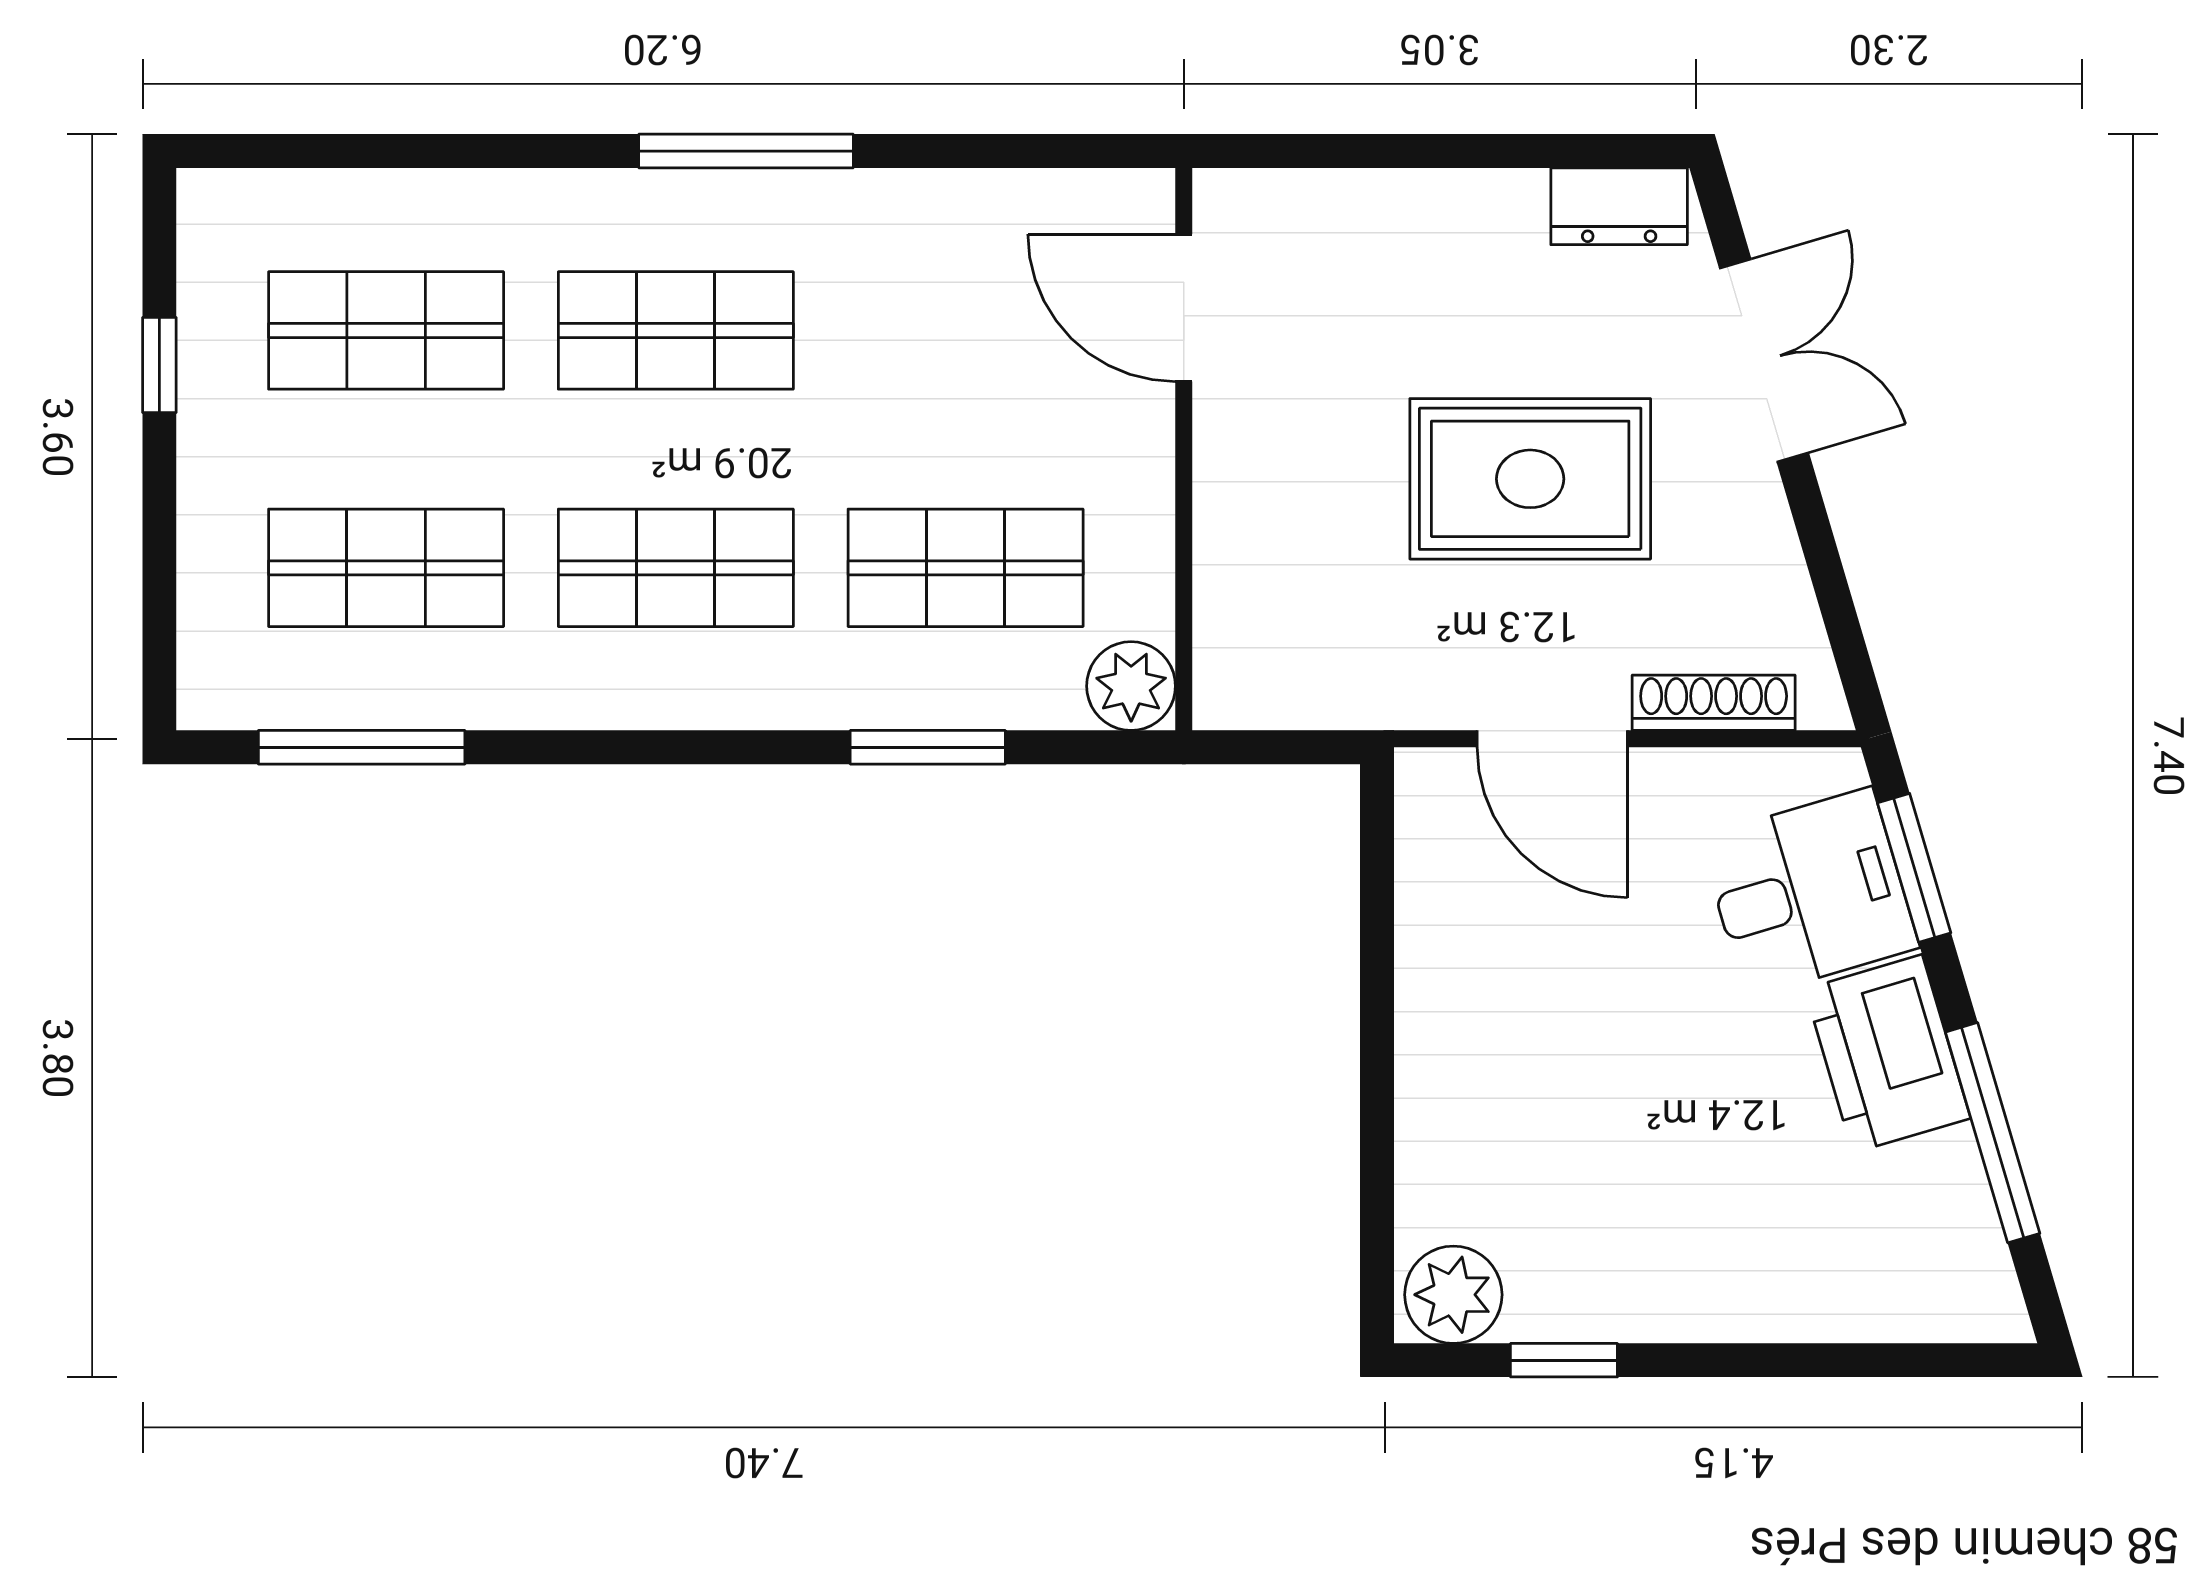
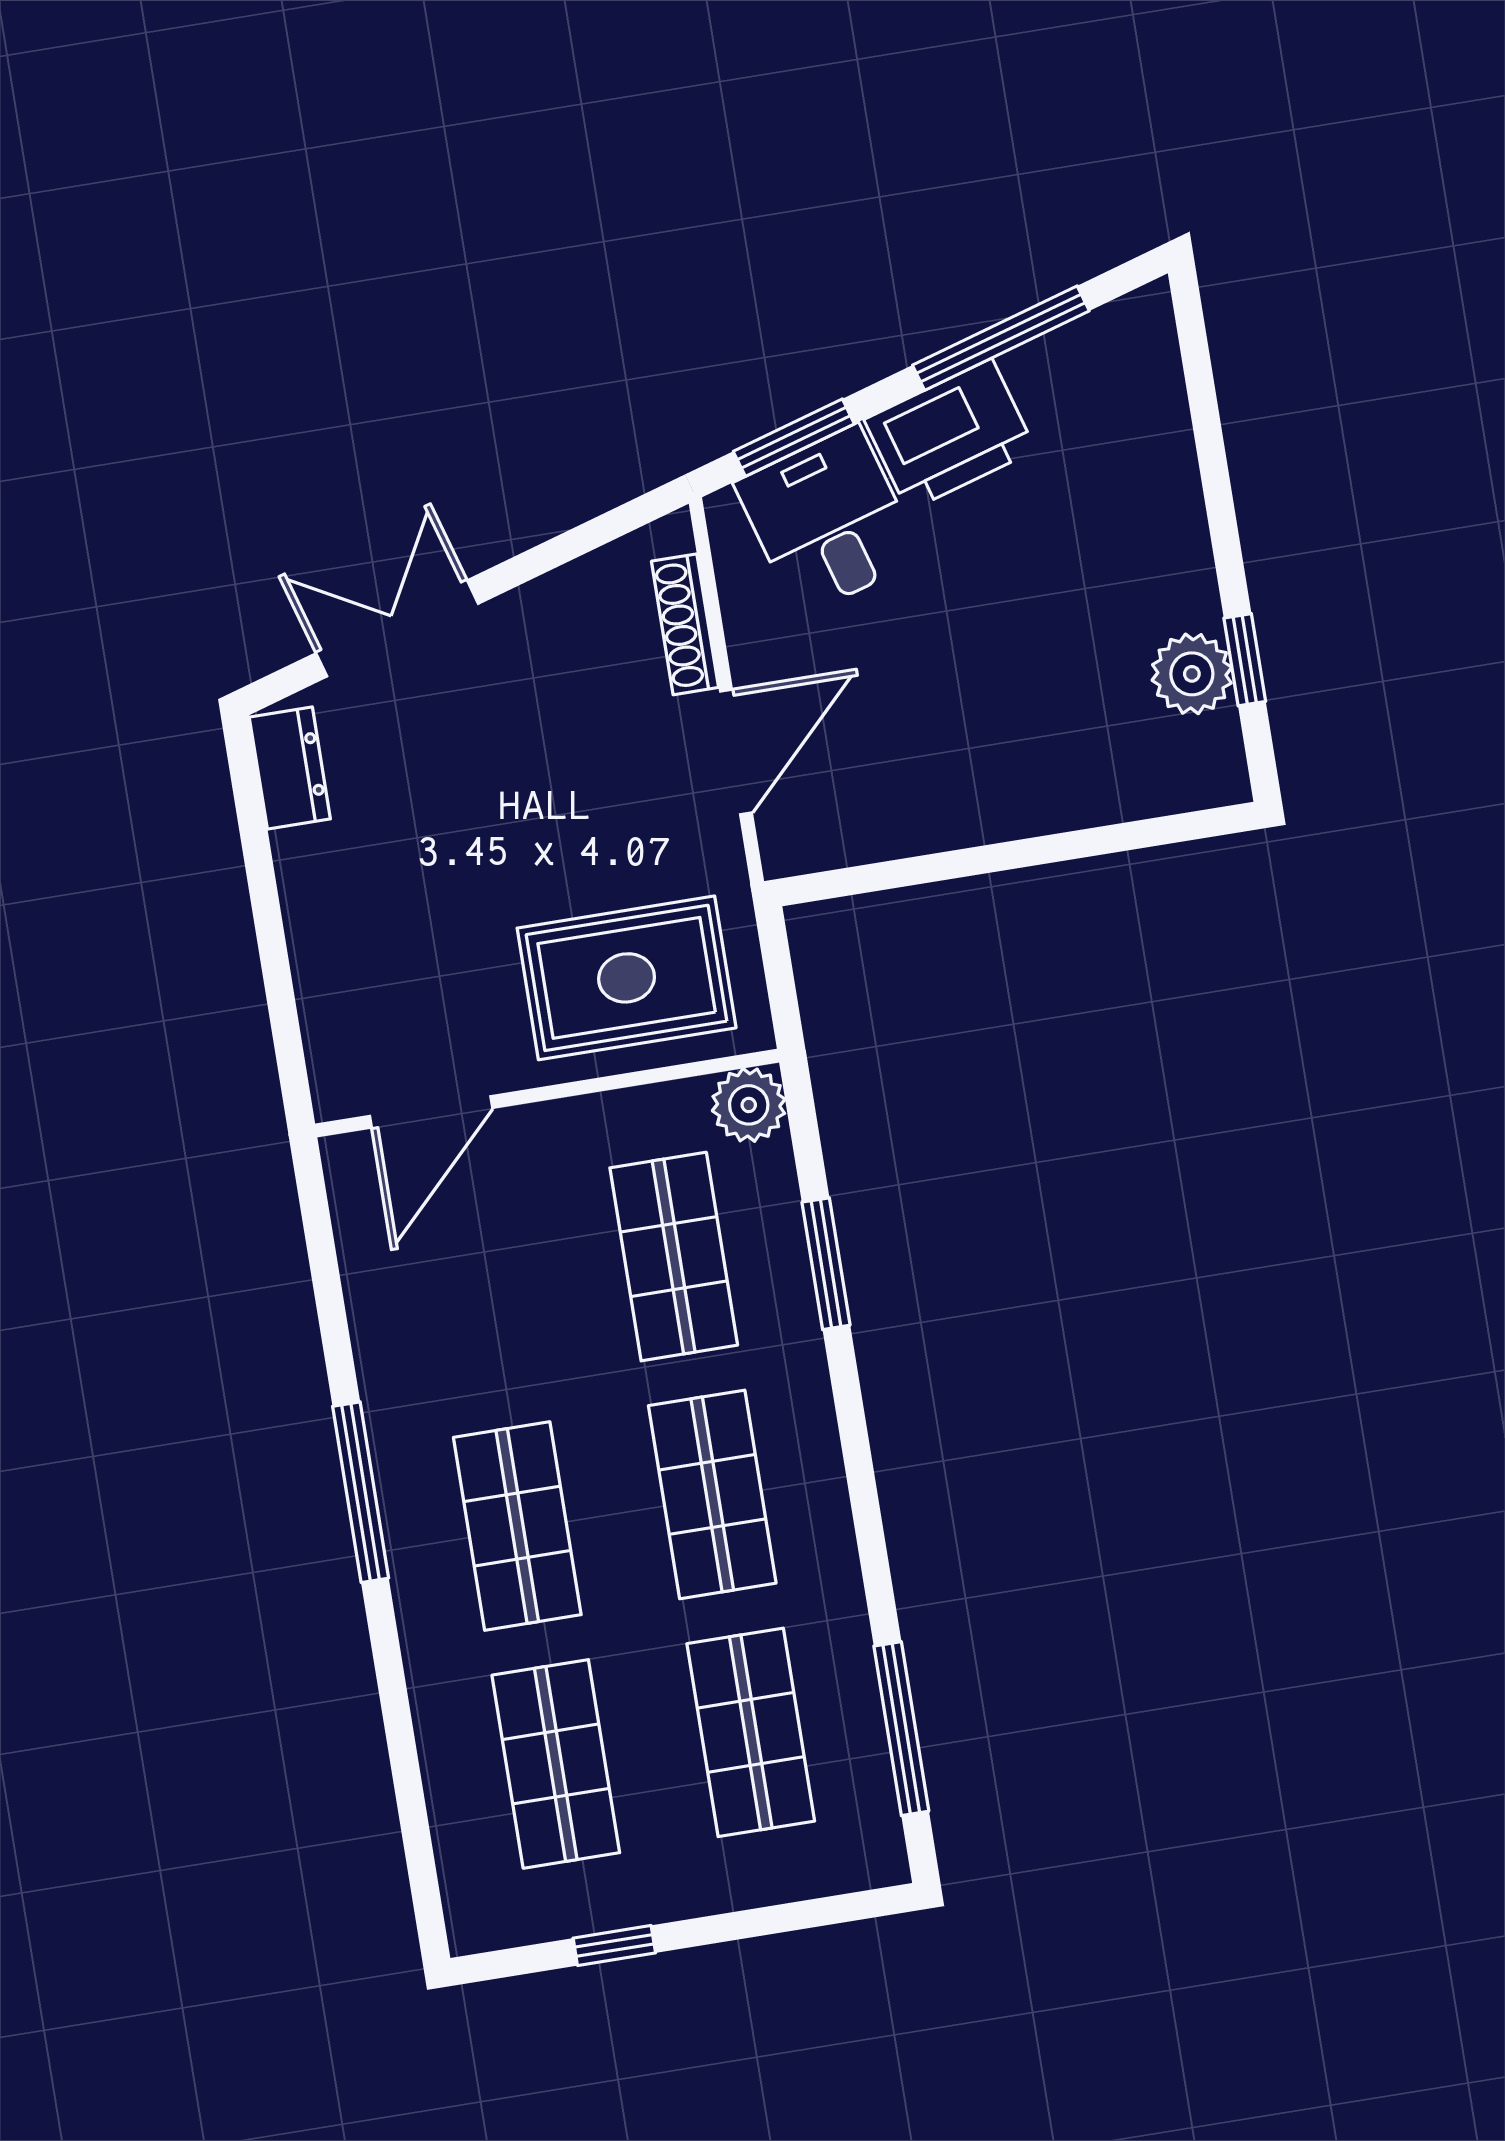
rug: (1530, 479) -> (627, 978), moved, turned 90
plant: (1453, 1295) -> (1192, 674), moved

